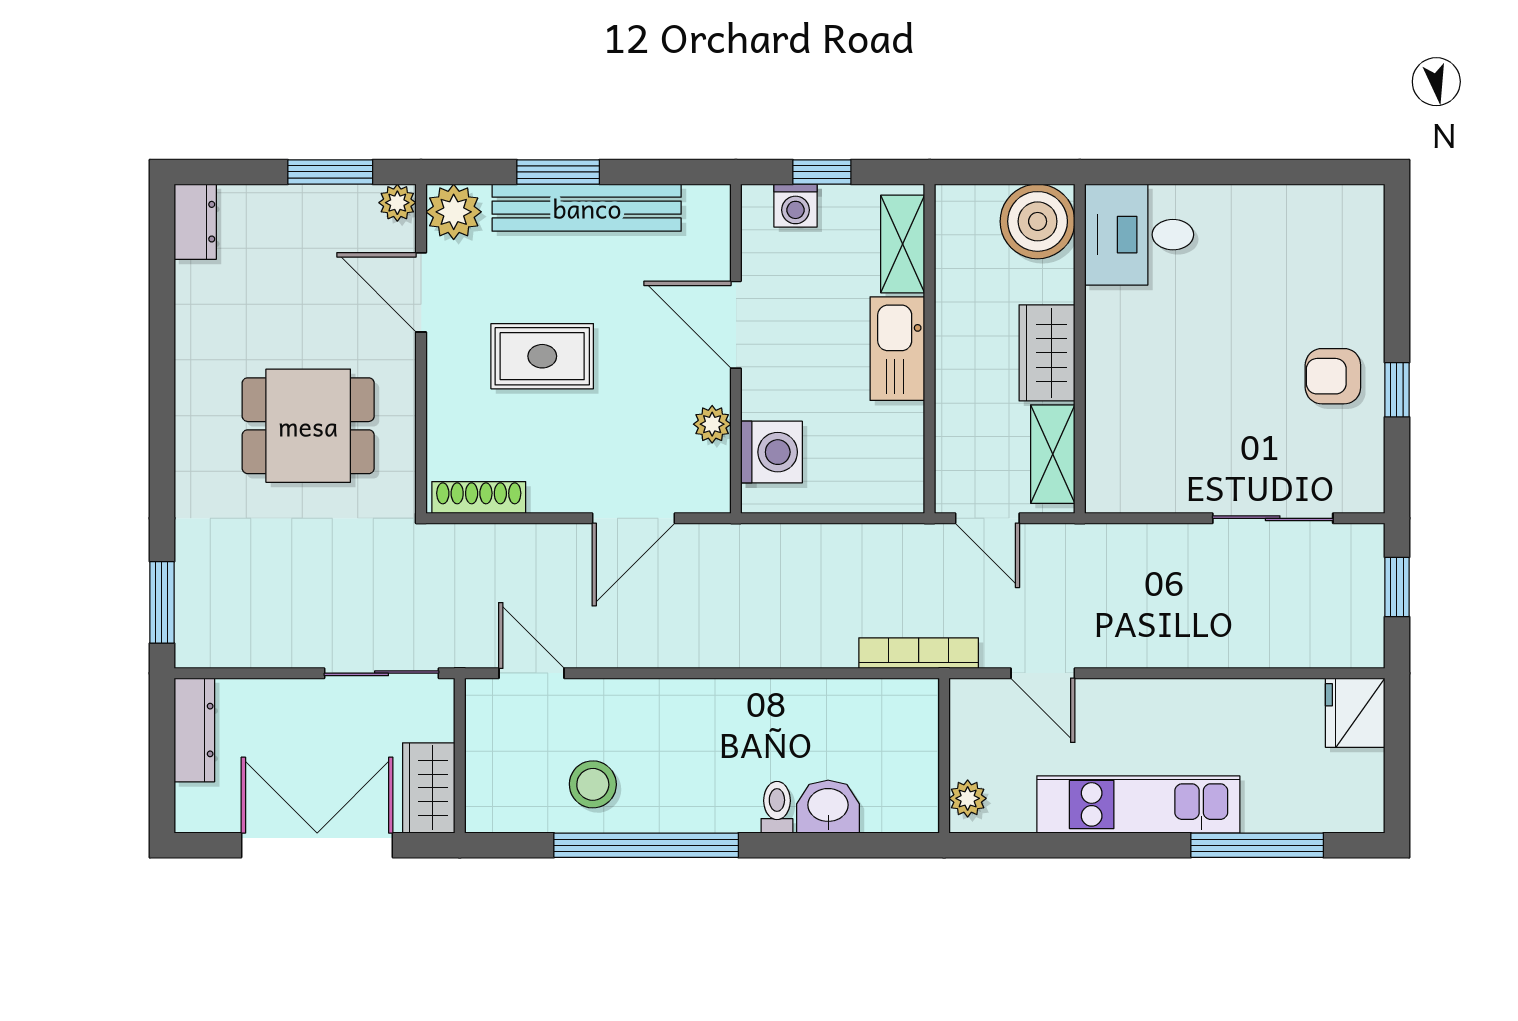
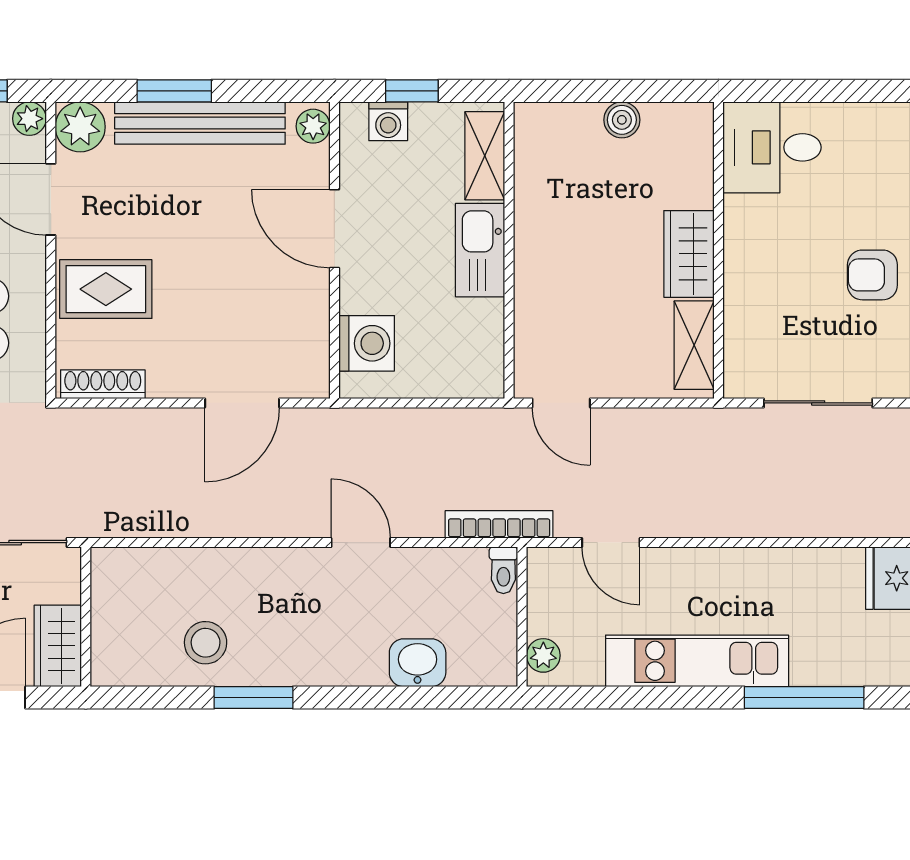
boiler: (1038, 221) -> (622, 120), width x0.54, depth x0.54
desk: (1139, 235) -> (772, 147), moved
wall: (1080, 349) -> (718, 250), moved
wardrobe: (1047, 353) -> (689, 254), moved
rug: (542, 356) -> (106, 289), moved
plant: (712, 424) -> (313, 126), moved
shelving: (1053, 454) -> (694, 345), moved
door: (532, 673) -> (361, 543), moved
toilet: (777, 807) -> (503, 570), moved, turned 180
window: (646, 845) -> (254, 698), width x0.47

